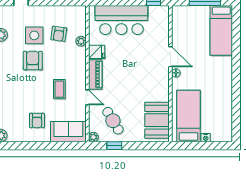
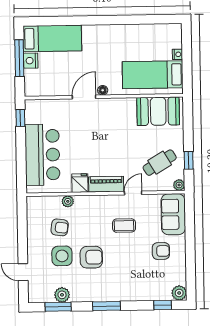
nightstand: (202, 11) -> (31, 61), added
armchair: (33, 61) -> (91, 257), turned 180

